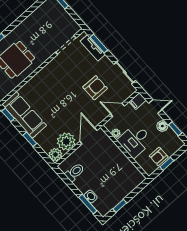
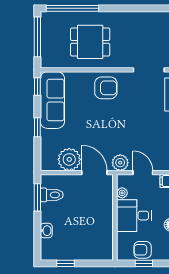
armchair: (95, 88) -> (106, 88), moved
door: (88, 136) -> (94, 173), hinge flipped
plant: (55, 155) -> (120, 163), moved
window: (88, 204) -> (37, 197), moved

